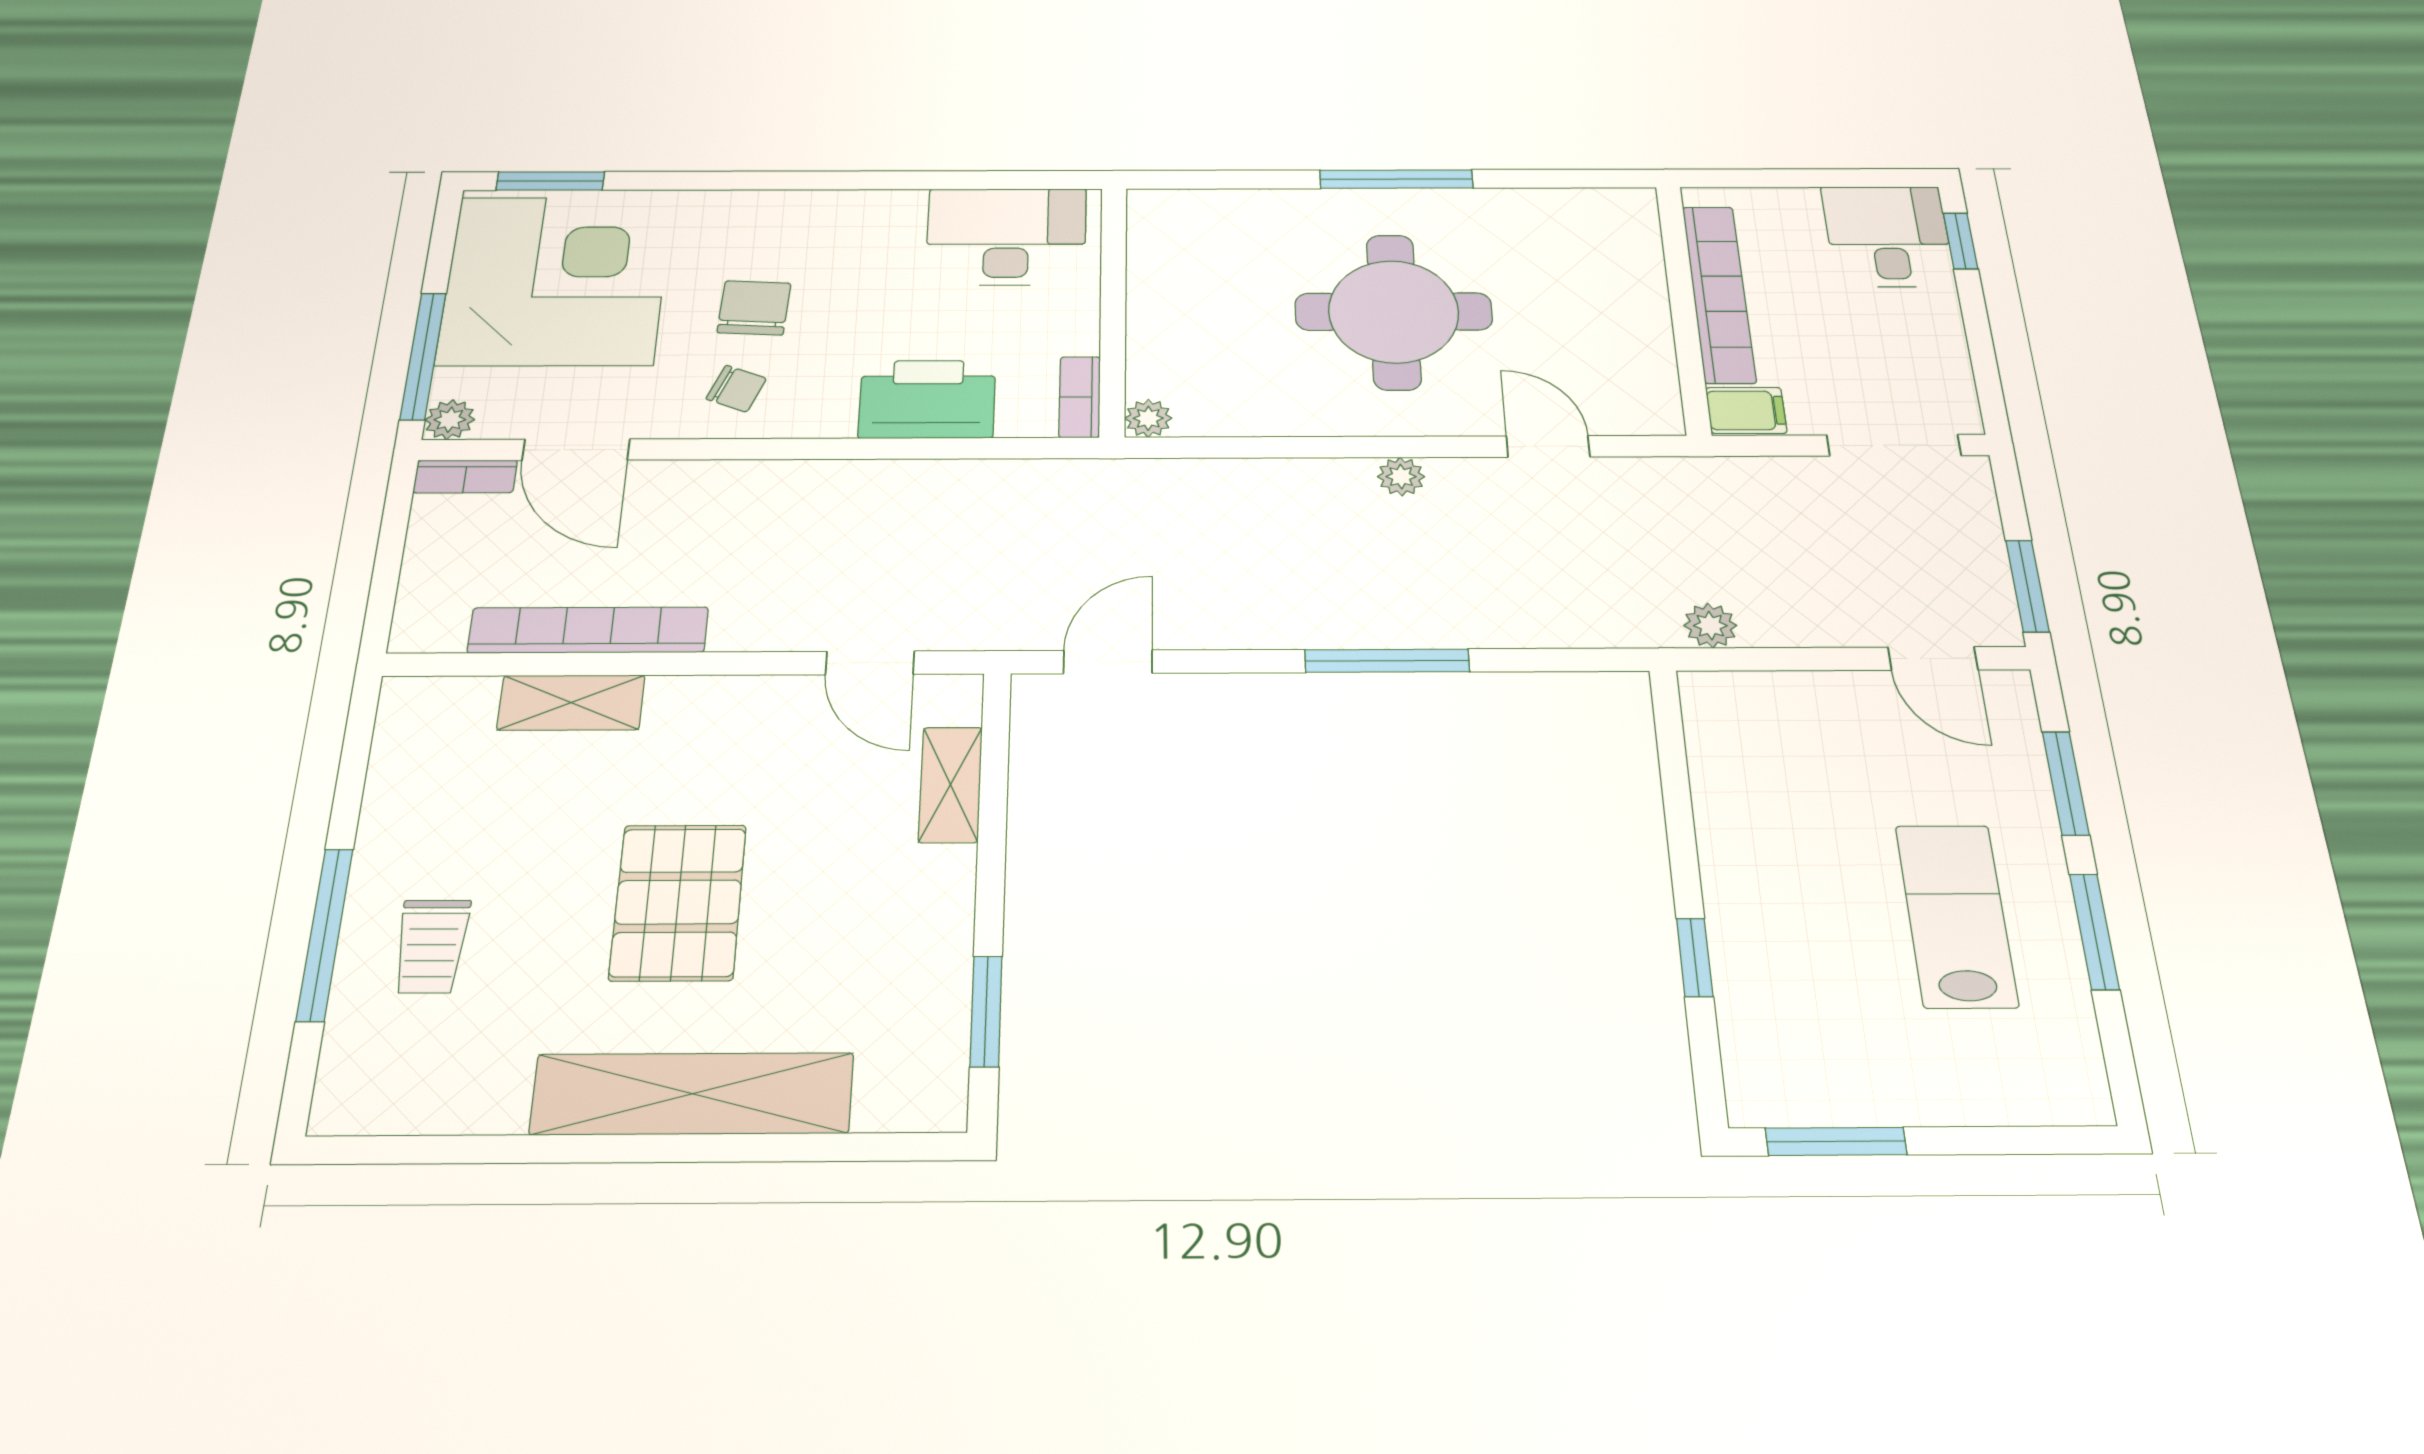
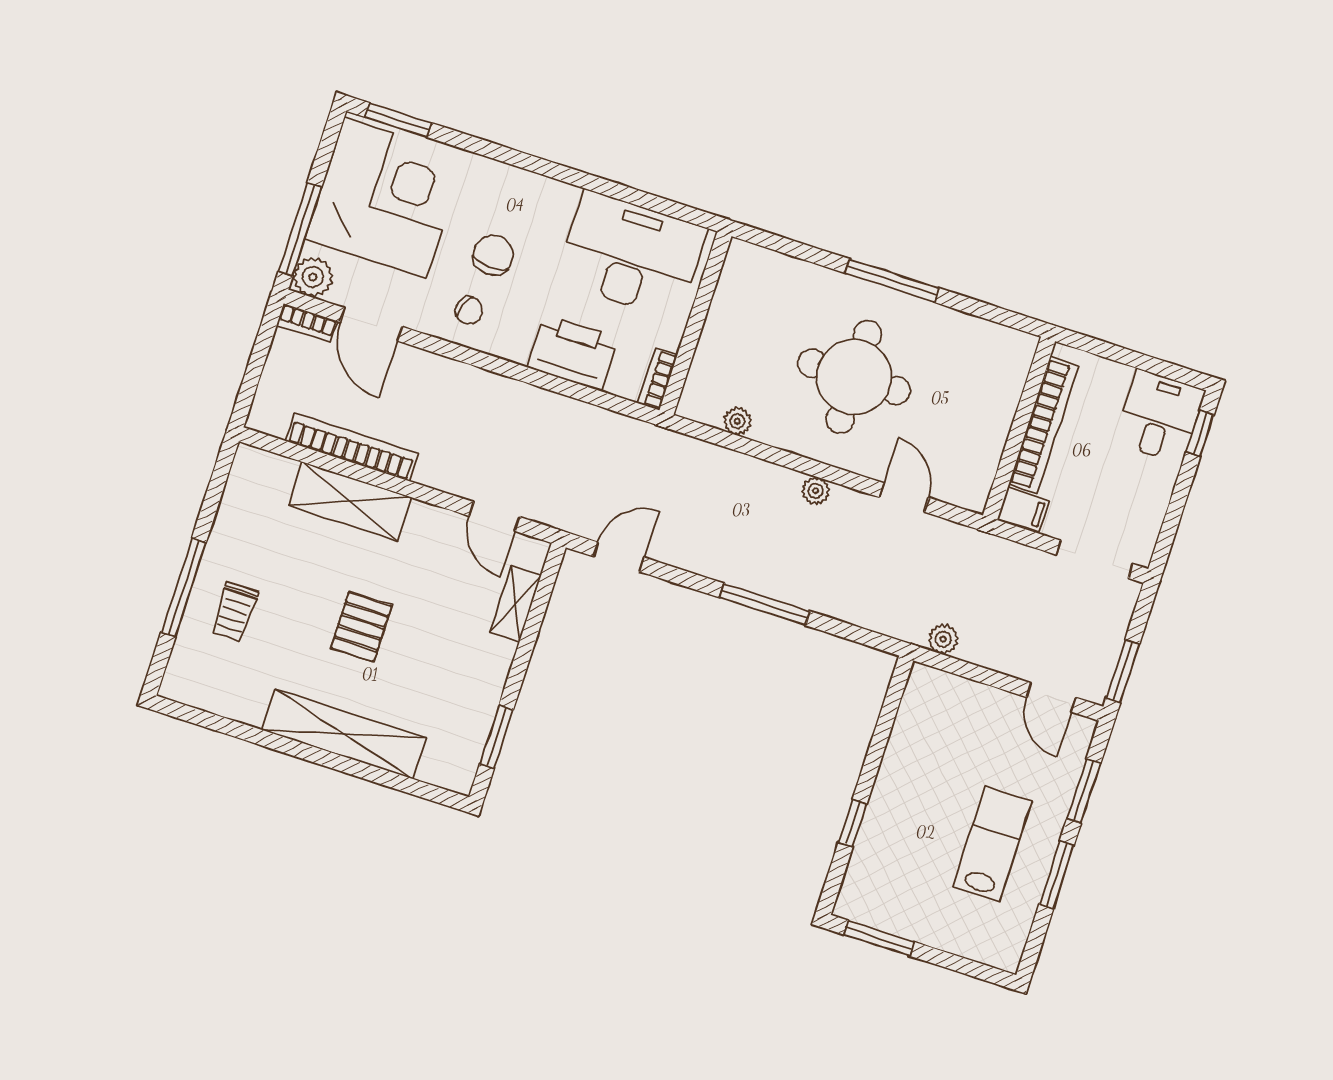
desk: (1006, 237) -> (631, 255), width x1.36, depth x1.30
plant: (1148, 418) -> (738, 421), moved
plant: (450, 420) -> (313, 277), width x1.38, depth x1.38
shelving: (571, 703) -> (350, 502), width x1.50, depth x1.33
pallet: (678, 902) -> (361, 627), width x0.67, depth x0.71

